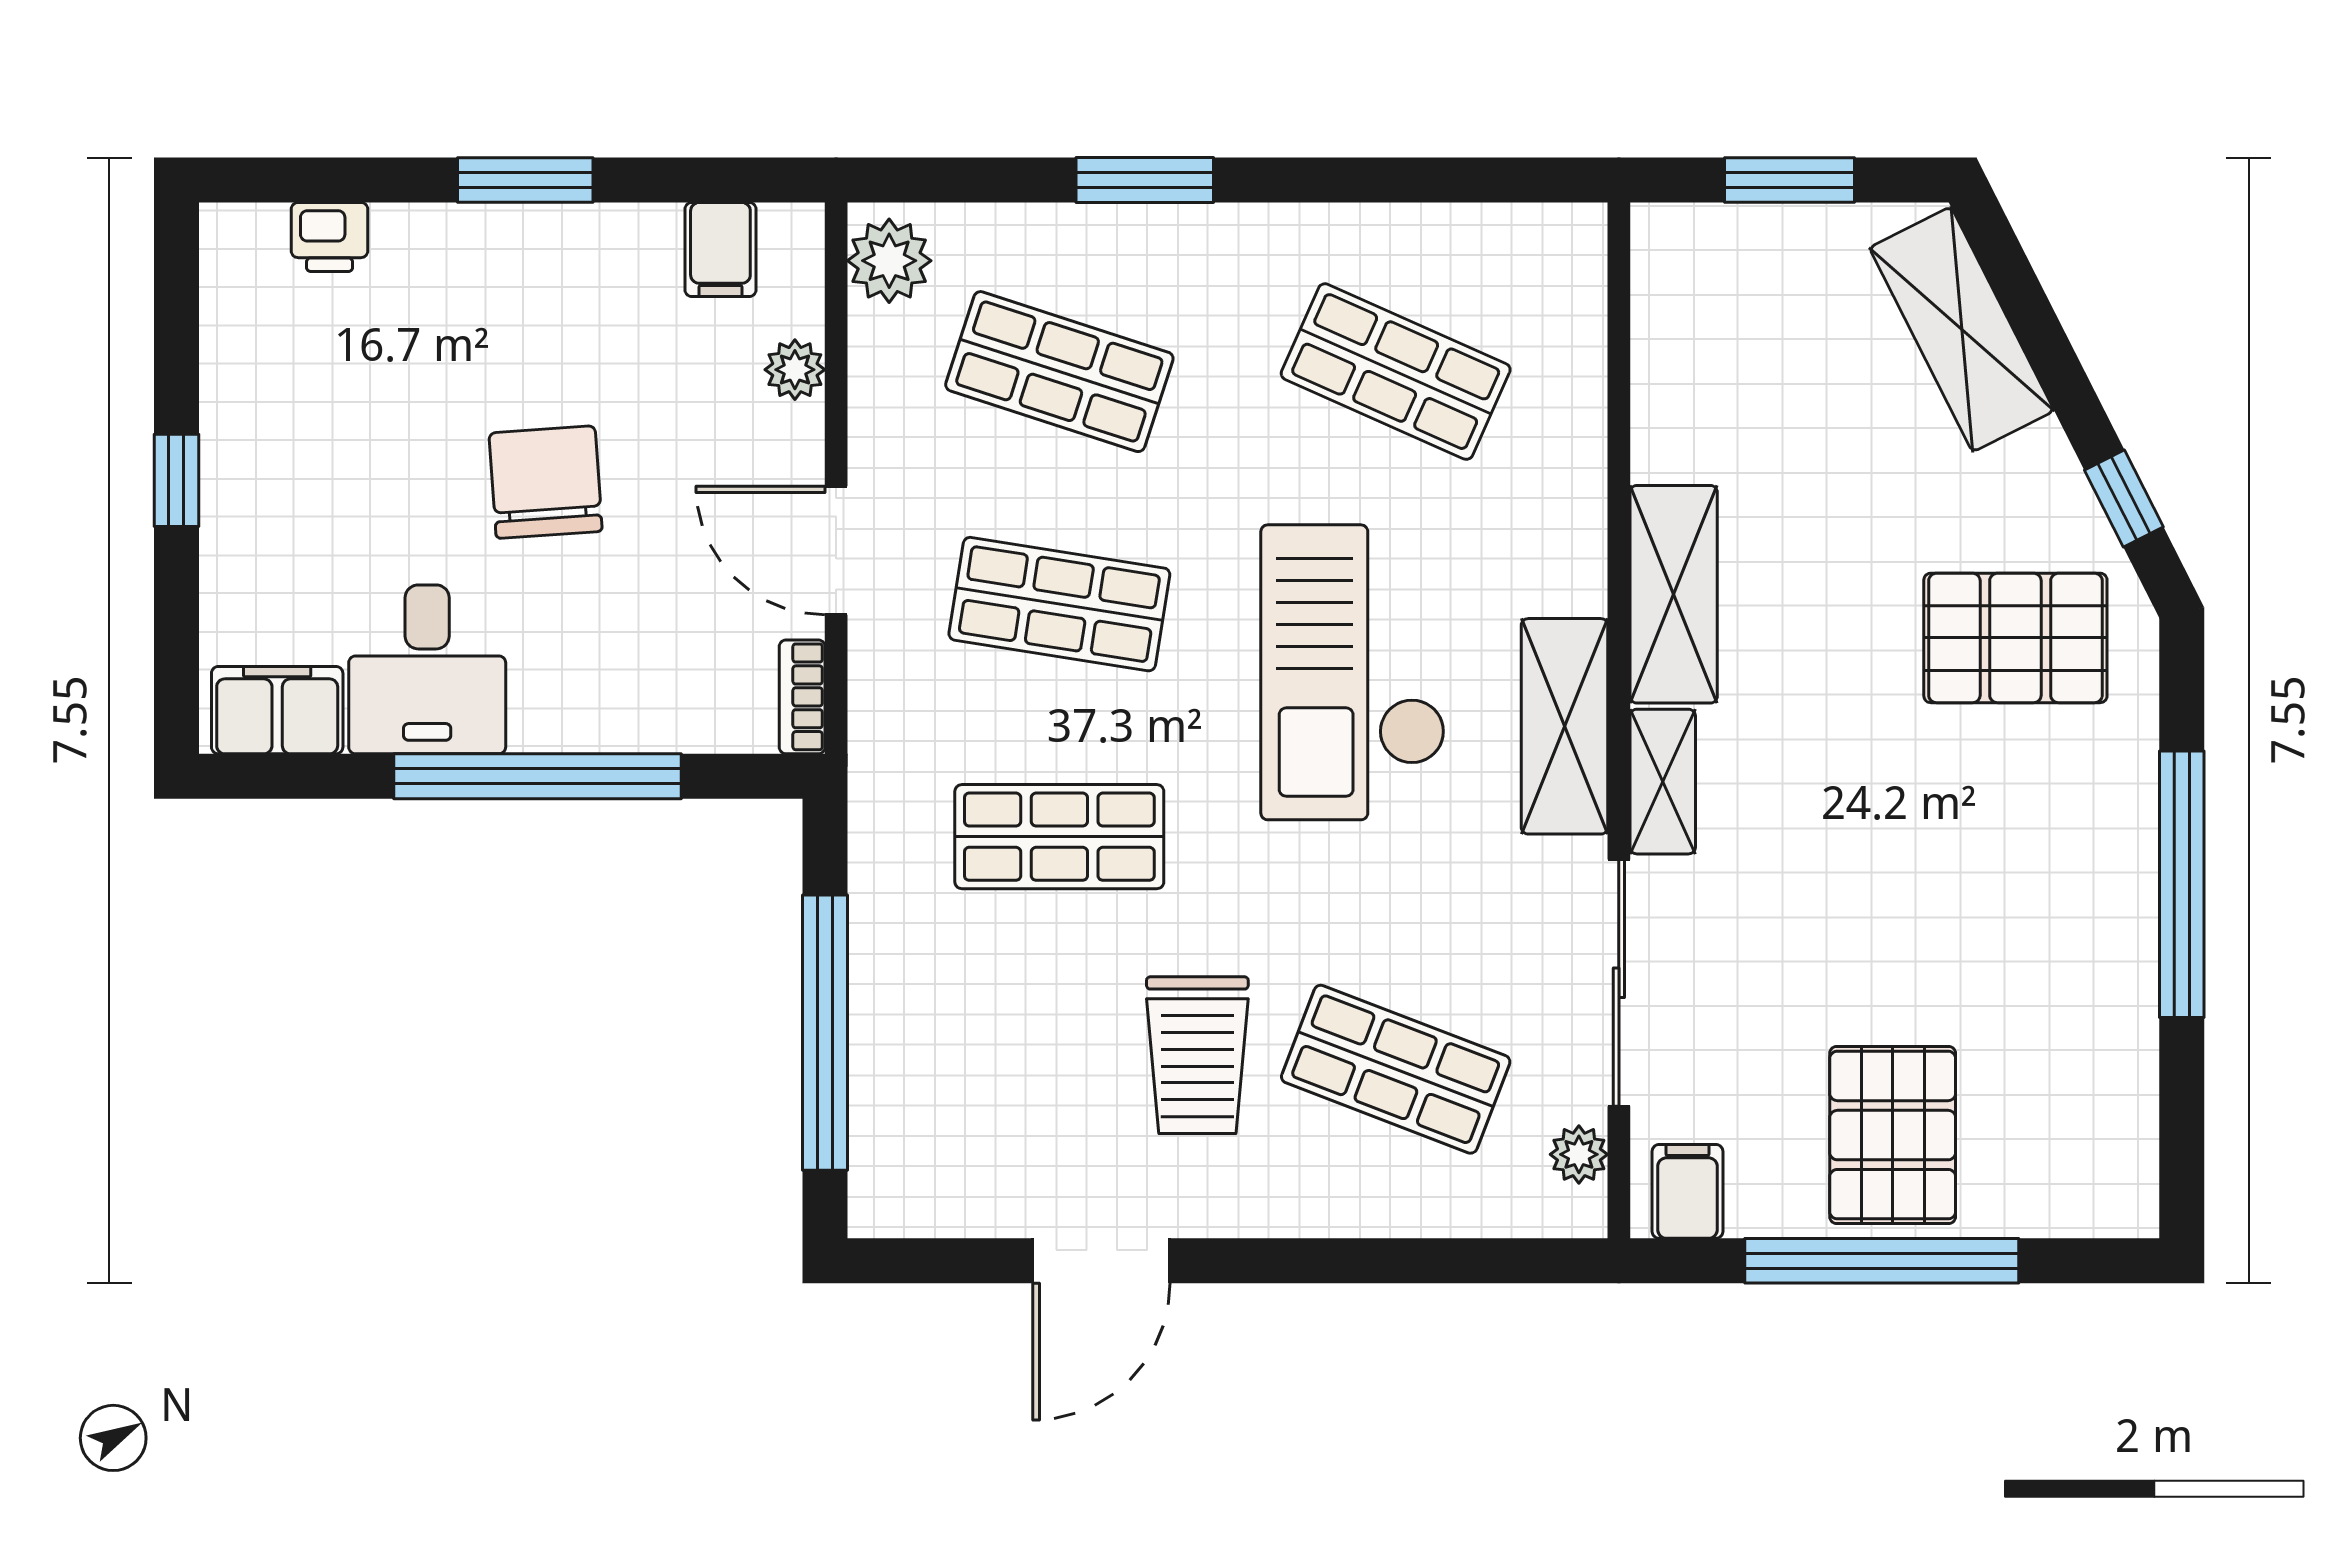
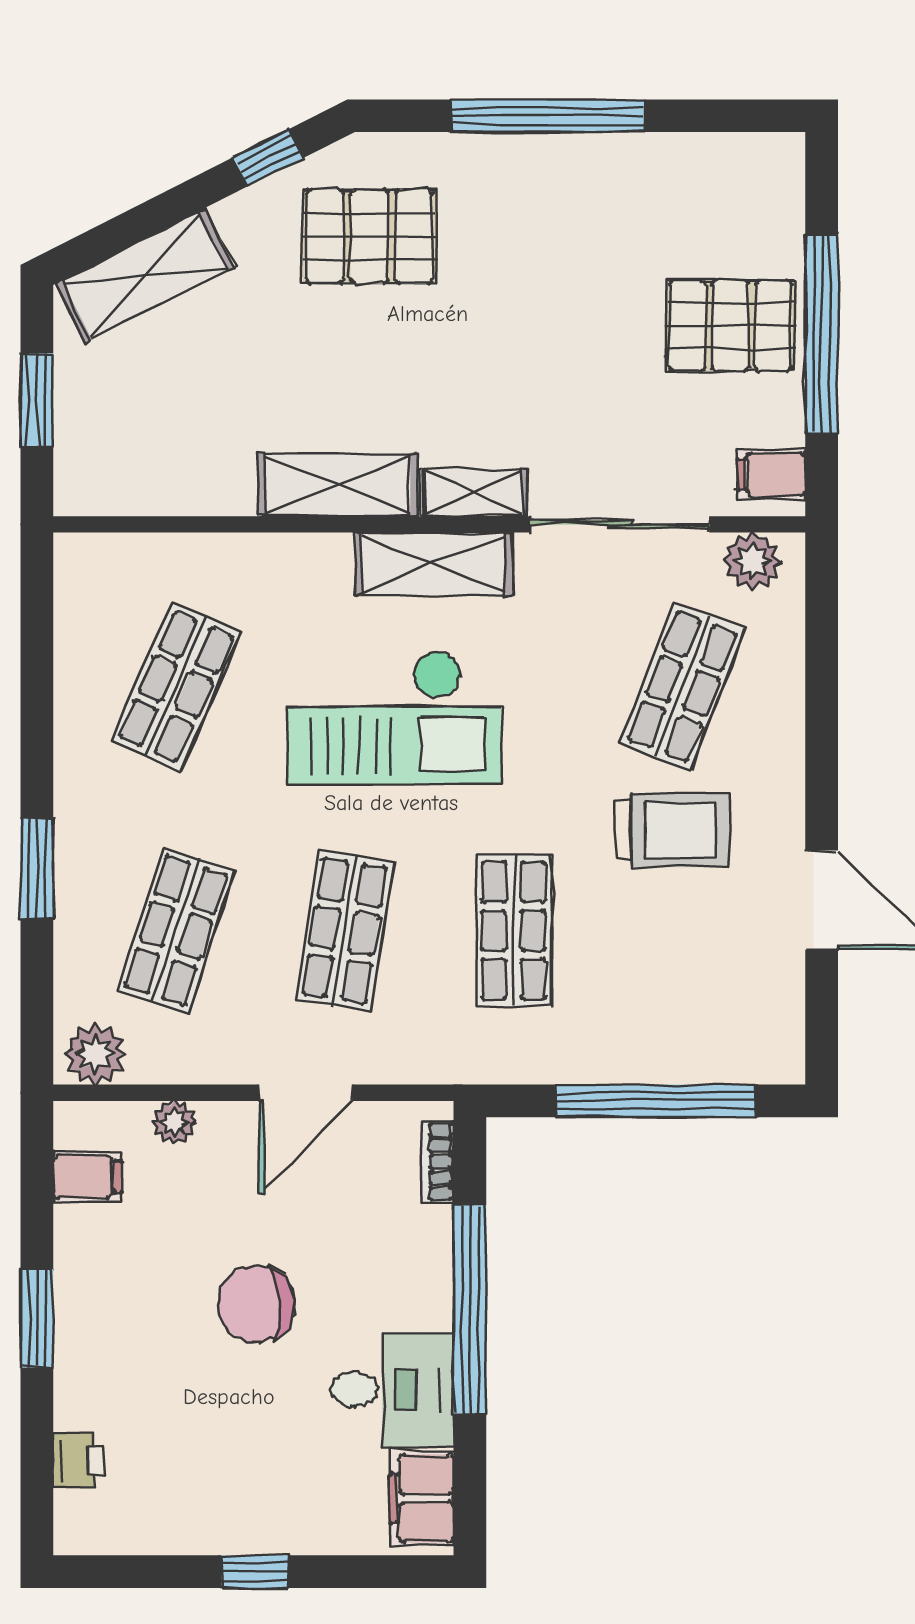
pallet: (2015, 638) -> (369, 236), turned 90
bookcase: (802, 697) -> (437, 1162), moved, turned 90
plant: (1579, 1154) -> (752, 561), width x1.38, depth x1.38

